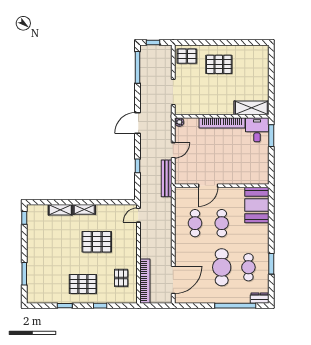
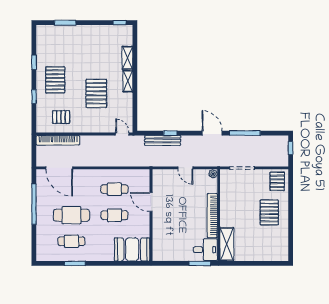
window: (138, 67) -> (245, 133), moved
bench: (167, 178) -> (163, 140), moved
dresser: (260, 298) -> (41, 252), removed
window: (235, 306) -> (34, 204), moved

